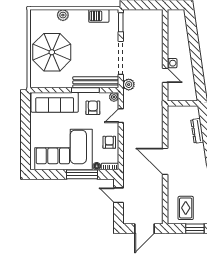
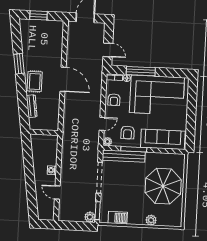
door: (165, 75) -> (57, 192), moved
plant: (129, 85) -> (90, 217), moved
rug: (186, 208) -> (35, 81), moved

